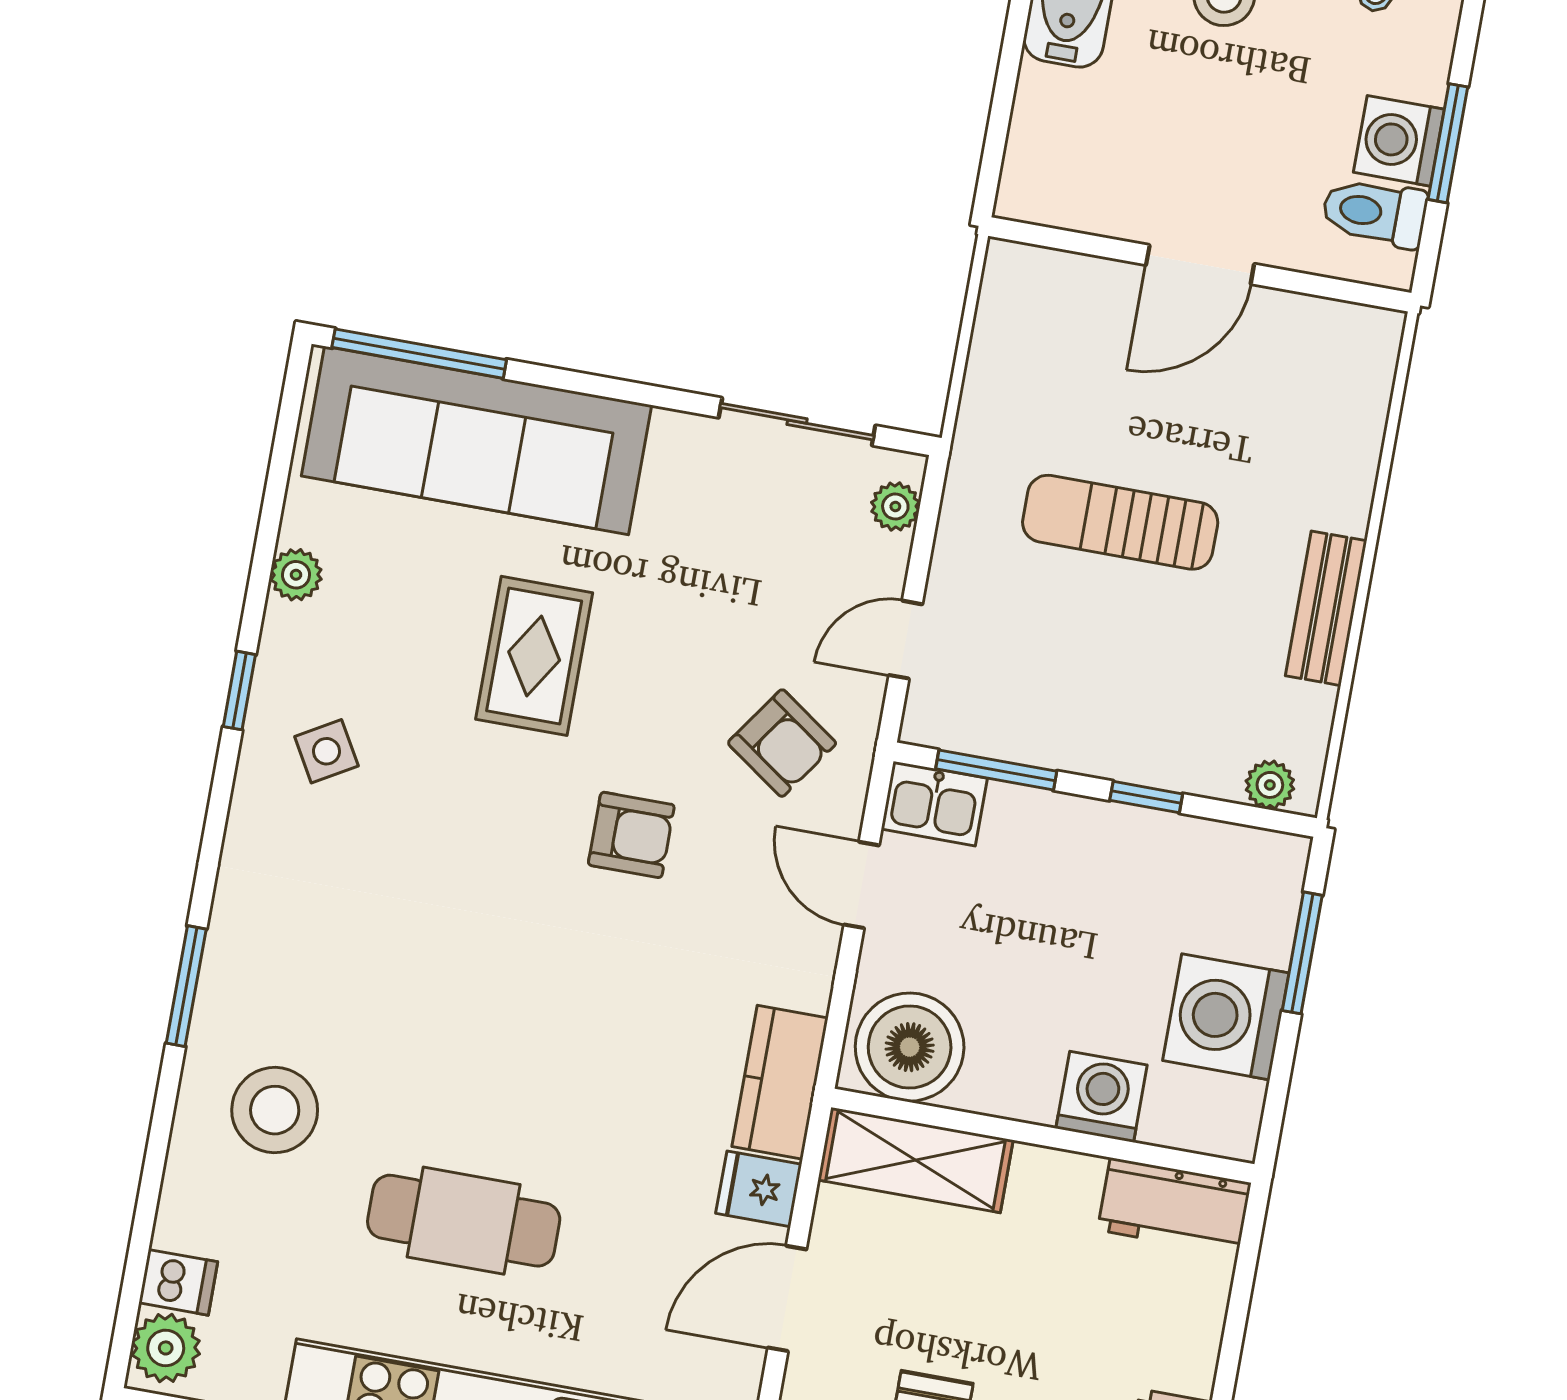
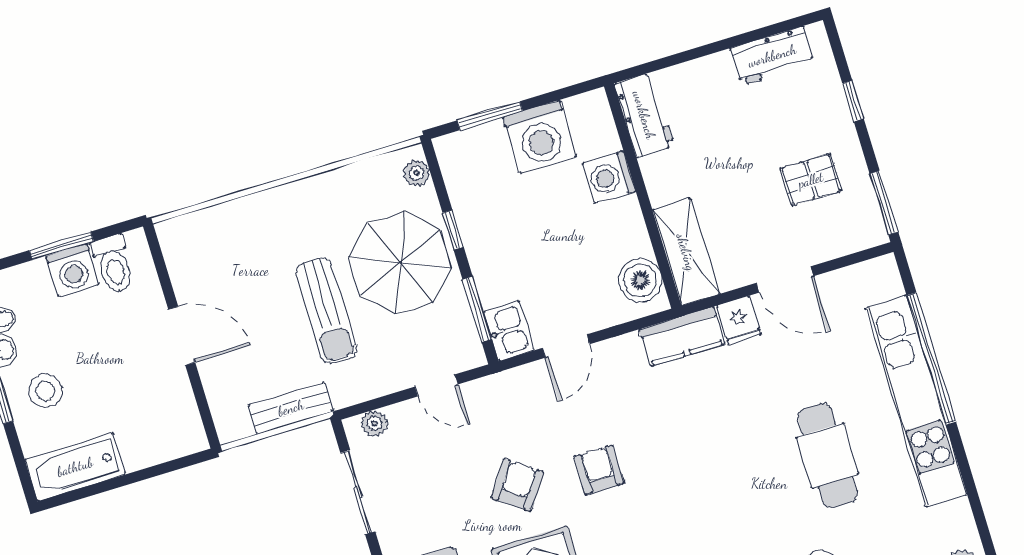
bench: (1326, 608) -> (291, 408), moved
parasol: (1137, 683) -> (400, 263), added
armchair: (782, 743) -> (517, 485), moved
boiler: (910, 1047) -> (640, 280), width x0.73, depth x0.73

